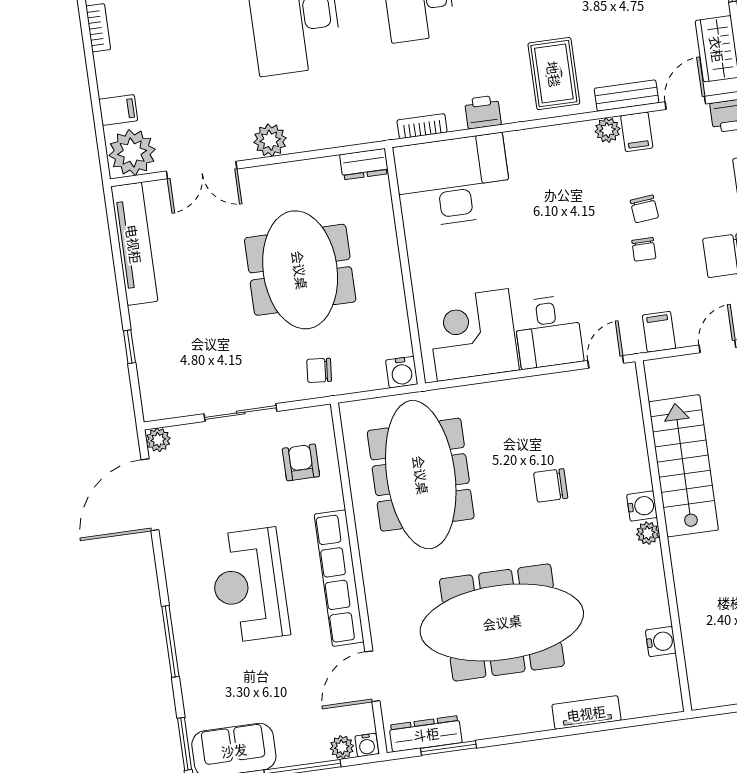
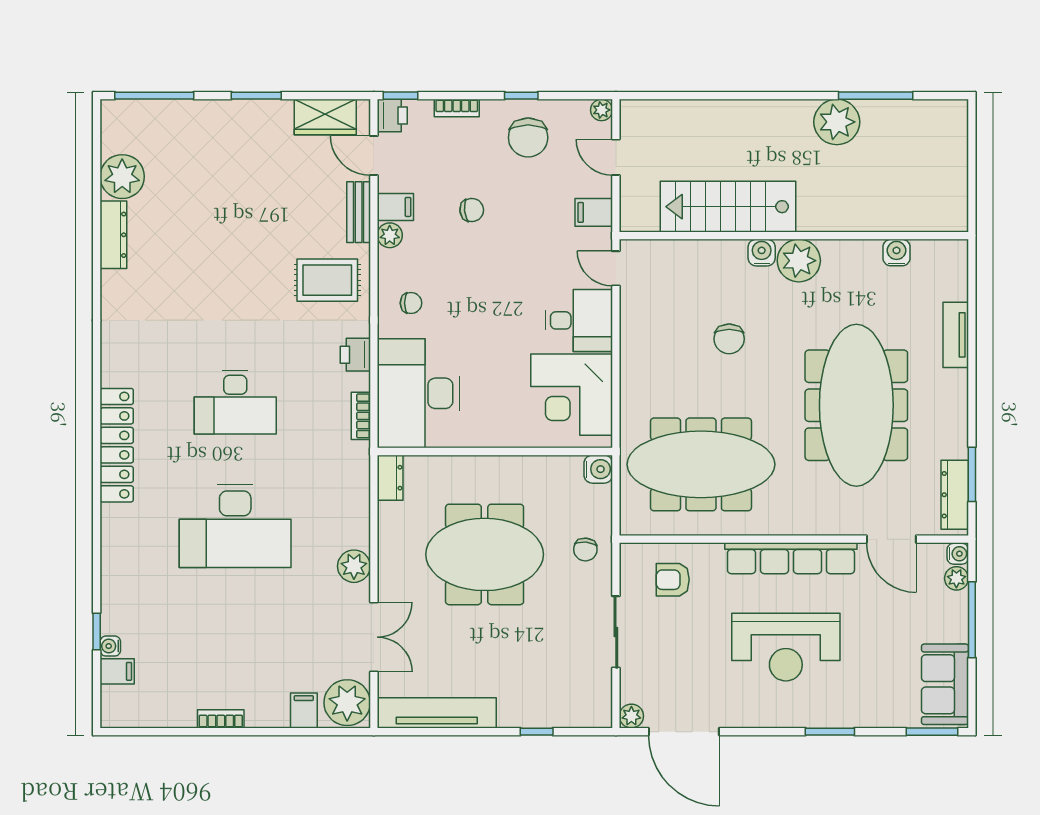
chair: (644, 249) -> (411, 303), moved
plant: (648, 533) -> (799, 261), width x1.88, depth x1.88
window: (170, 641) -> (830, 732), width x0.69

